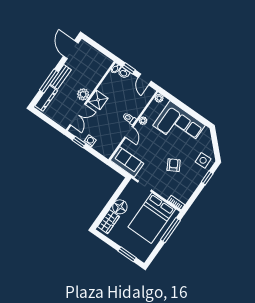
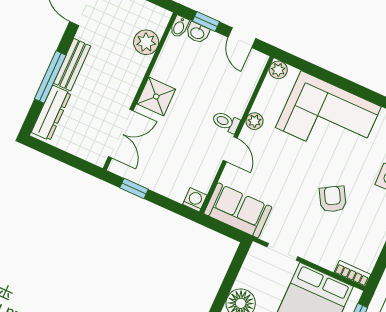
plant: (83, 94) -> (146, 42), moved
washing machine: (90, 141) -> (195, 200), moved

